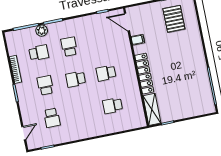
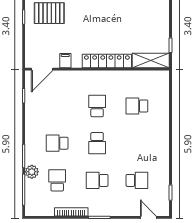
school desk: (106, 73) -> (97, 106), turned 180
school desk: (113, 106) -> (137, 106), turned 90

